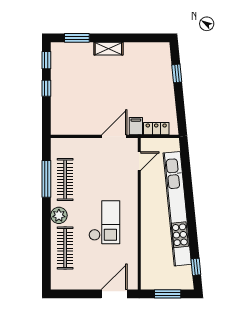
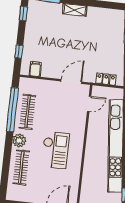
window: (46, 88) -> (19, 52), moved
filing cabinet: (136, 126) -> (35, 69), moved
window: (46, 179) -> (12, 110), width x1.46

